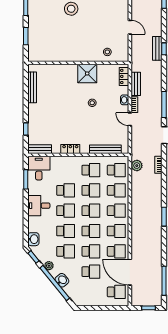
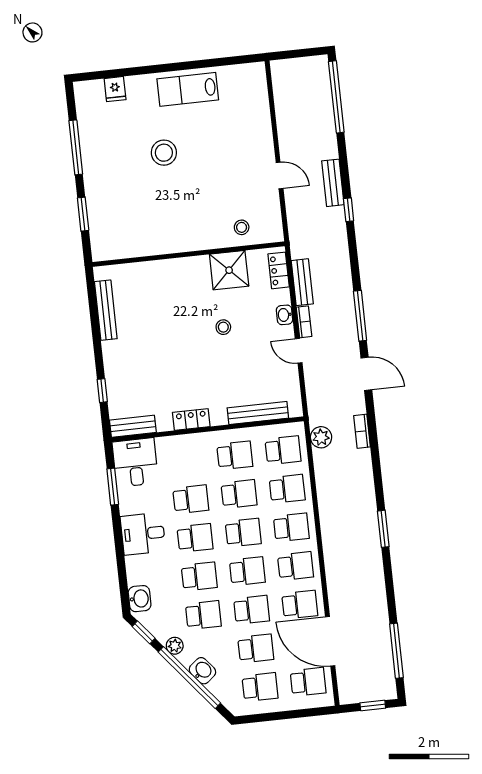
bench: (157, 48) -> (333, 183), moved
shower: (87, 73) -> (229, 270), moved
school desk: (91, 292) -> (260, 687), added

